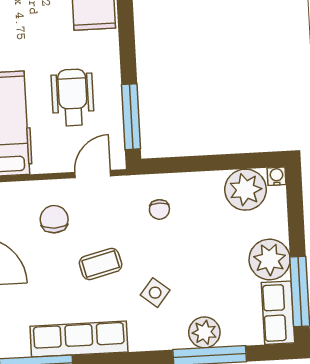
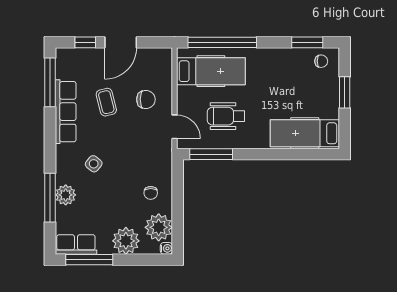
wheelchair: (73, 97) -> (226, 116), turned 180
chair: (159, 209) -> (151, 193), moved, turned -90
plant: (270, 260) -> (126, 241), moved
coffee table: (101, 264) -> (106, 102), moved

